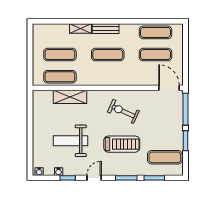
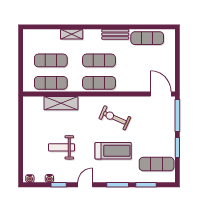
bench: (106, 29) -> (115, 34), moved
exercise mat: (155, 55) -> (99, 83), moved
weight bench: (71, 141) -> (61, 147), width x0.73, depth x0.75

